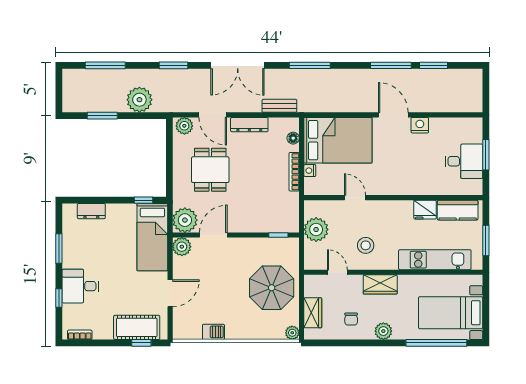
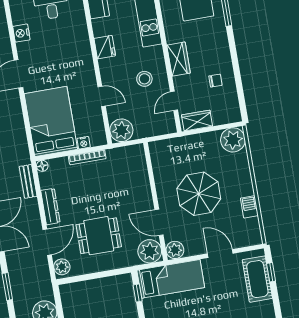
nightstand: (420, 125) -> (21, 33), moved
floor lamp: (293, 138) -> (42, 166), moved
door: (355, 198) -> (102, 96), swing flipped
fridge: (425, 210) -> (105, 47), moved
plant: (316, 229) -> (121, 130), moved
window: (278, 235) -> (149, 162), removed
parasol: (272, 288) -> (199, 194), moved
wardrobe: (313, 313) -> (197, 121), moved
plant: (383, 331) -> (222, 49), removed
plant: (292, 333) -> (233, 140), width x1.88, depth x1.88

